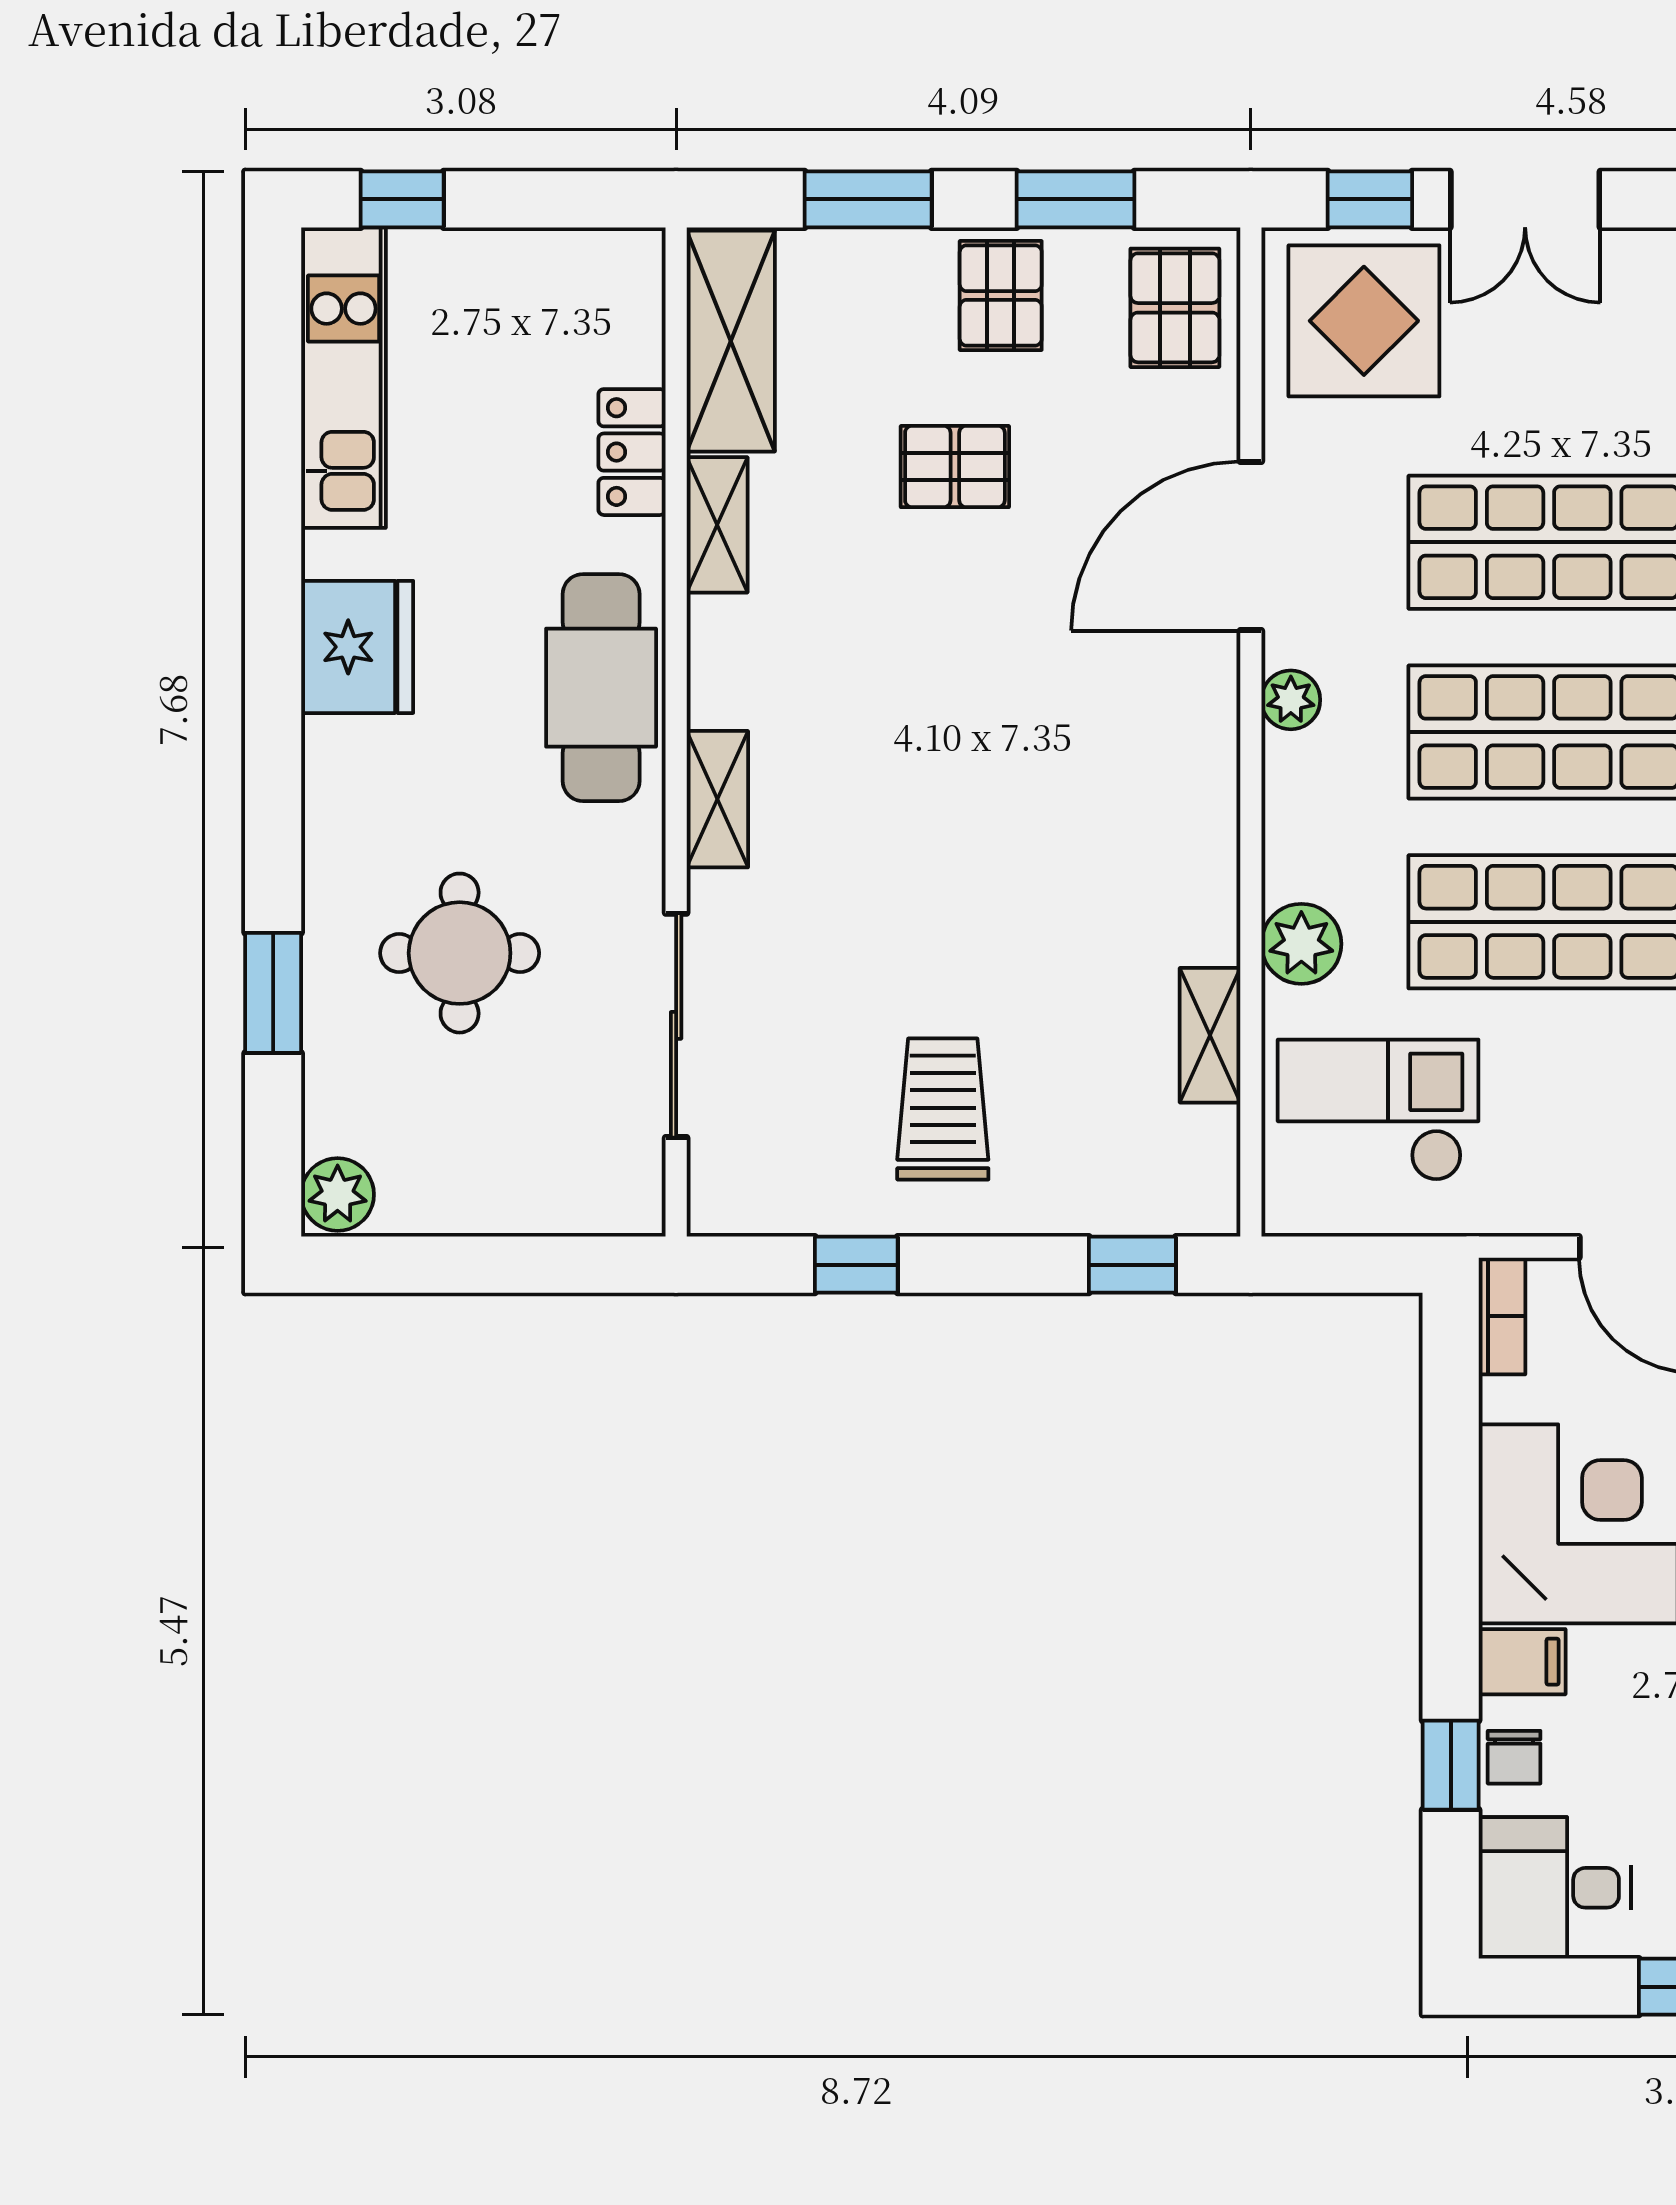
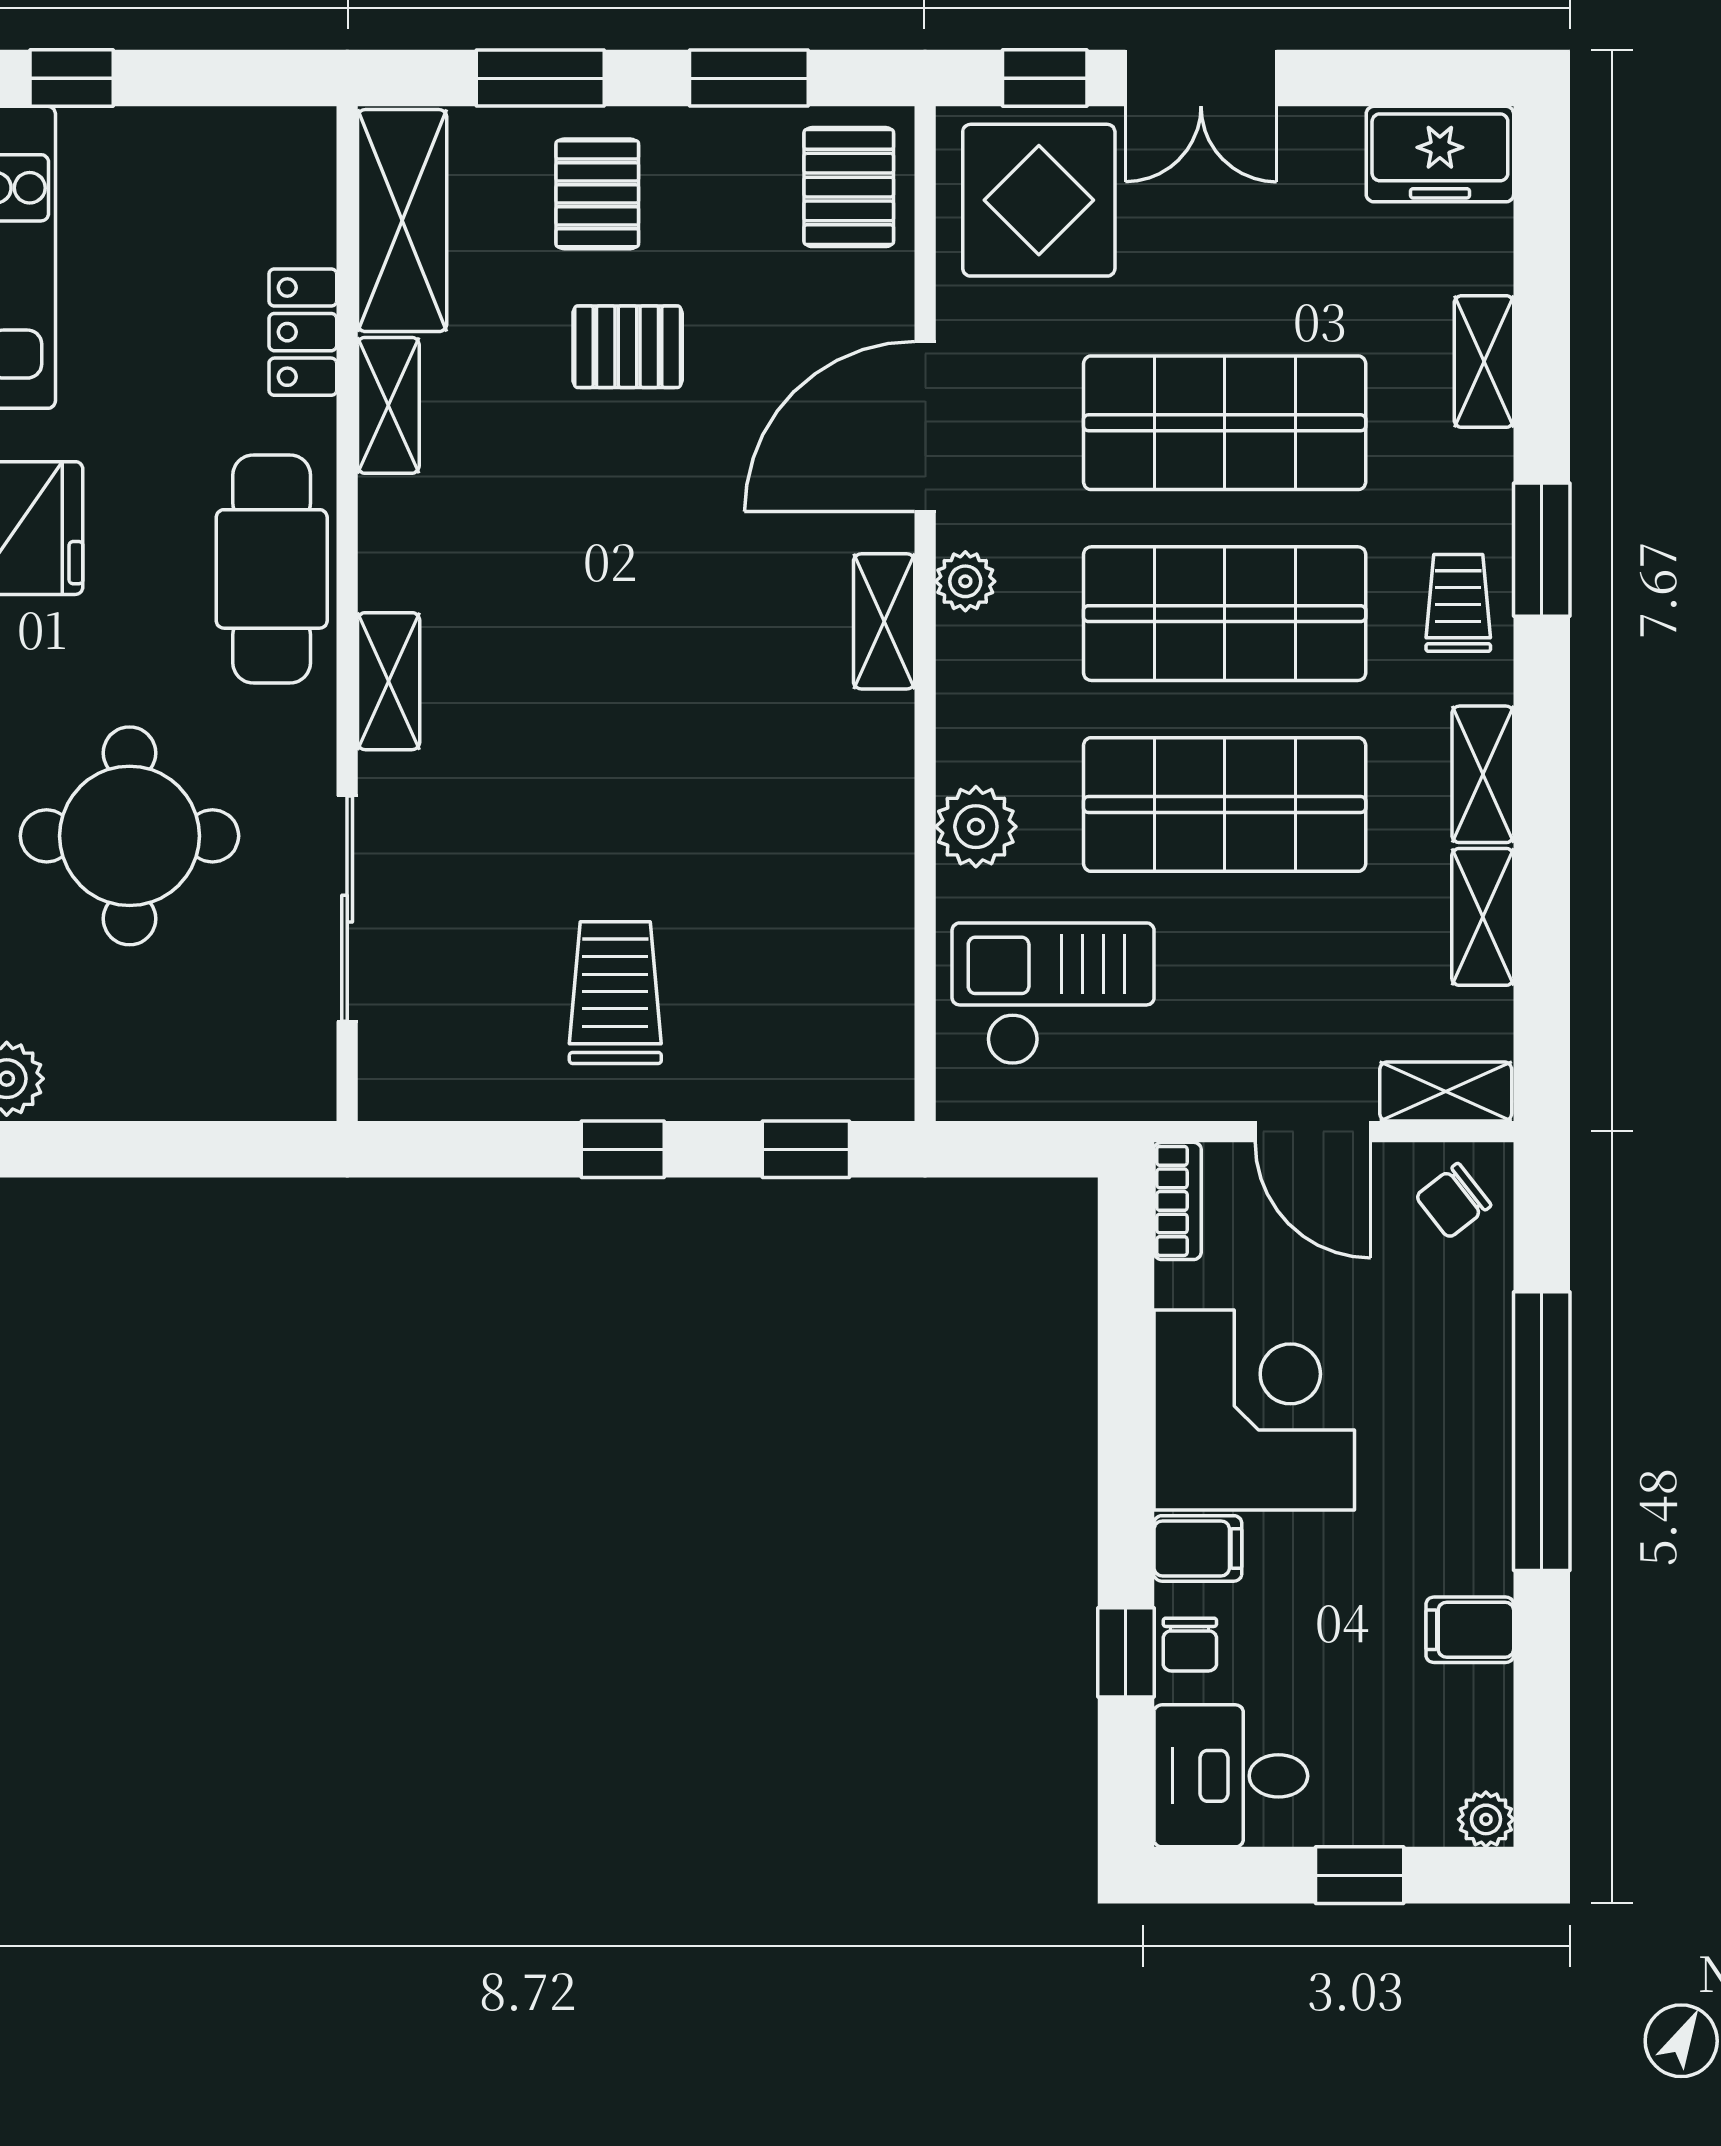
pallet: (1001, 295) -> (597, 194), moved
round table: (460, 953) -> (129, 836), width x1.36, depth x1.36
shelving: (1210, 1035) -> (884, 621), moved
window: (856, 1265) -> (623, 1149), moved

